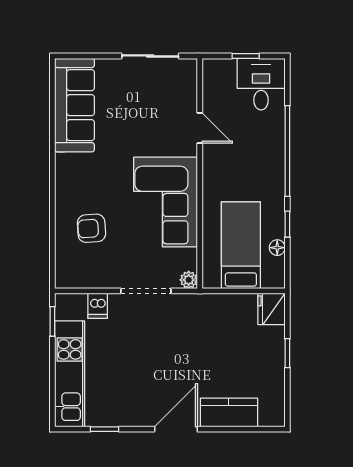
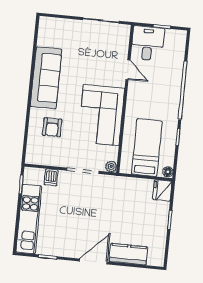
desk: (261, 84) -> (148, 43), moved
sofa: (75, 105) -> (46, 78), moved
armchair: (91, 228) -> (52, 127), turned -86
floor lamp: (277, 248) -> (168, 172), moved

